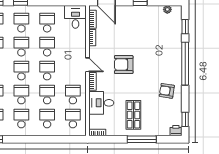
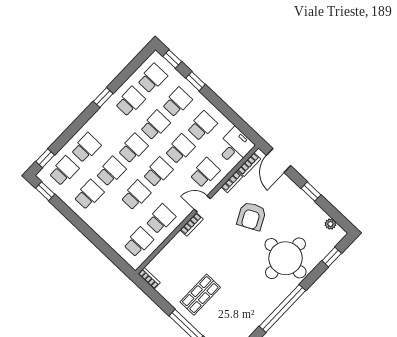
round table: (161, 51) -> (285, 258), added
window: (185, 64) -> (282, 308), moved
door: (88, 65) -> (202, 204), swing flipped
armchair: (124, 65) -> (251, 216), moved, turned -117
armchair: (167, 91) -> (255, 302), removed
desk: (101, 103) -> (180, 253), removed
school desk: (47, 118) -> (205, 173), moved

